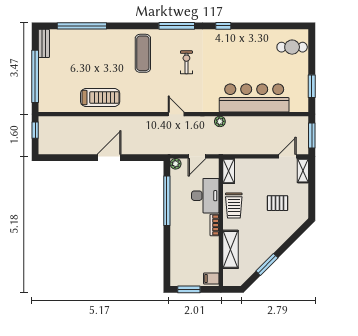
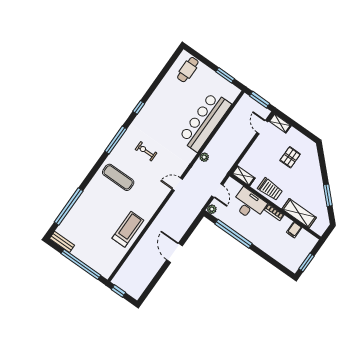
filing cabinet: (211, 278) -> (294, 230), moved

